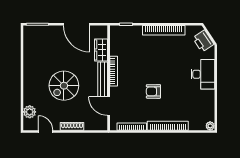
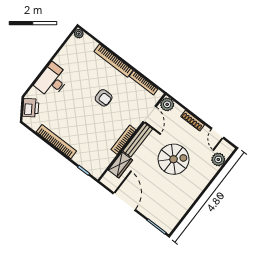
plant: (101, 124) -> (167, 104), added

